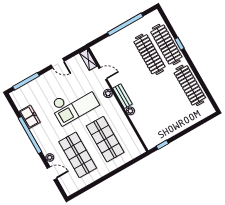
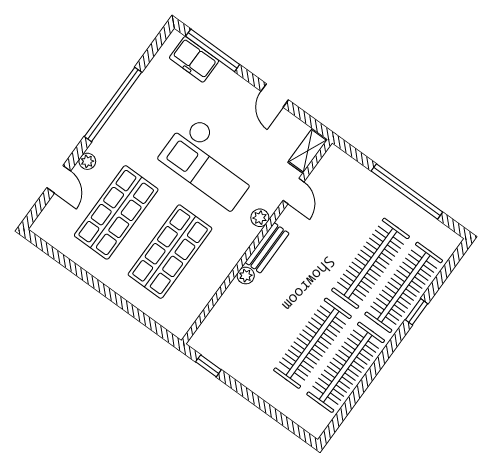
clothes rail: (173, 95) -> (312, 343), added
freezer: (30, 117) -> (194, 59), moved, turned 90

